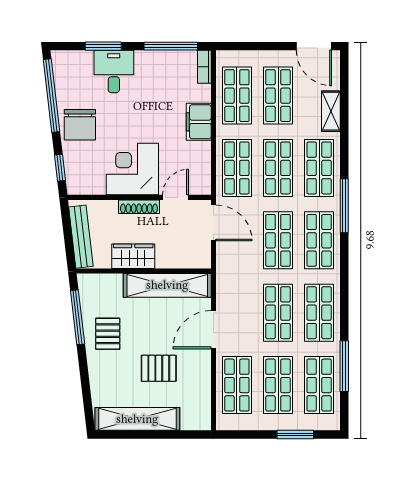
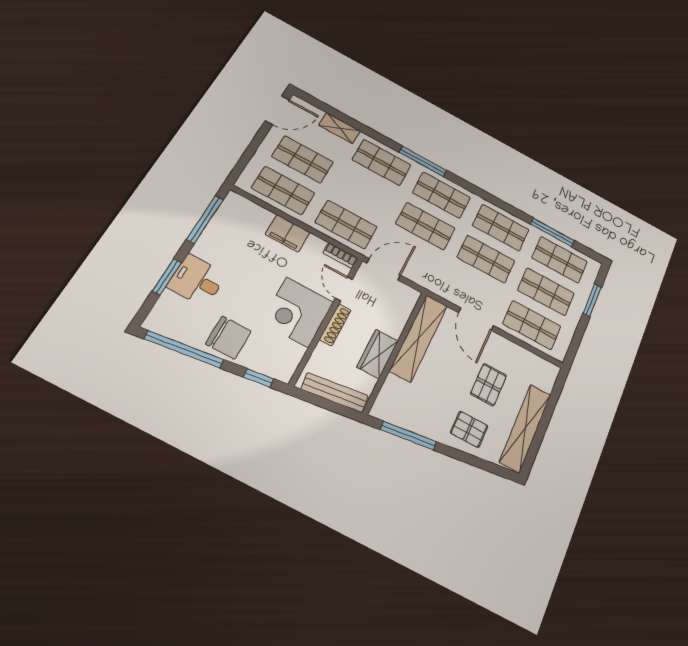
bookcase: (204, 67) -> (340, 256), moved
shop shelf: (278, 168) -> (364, 193), removed
pallet: (108, 334) -> (469, 429), moved

